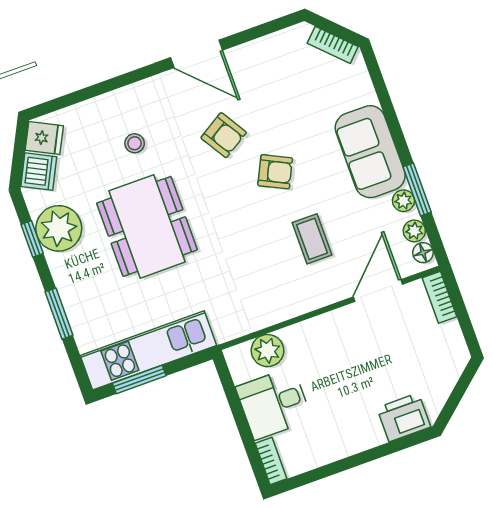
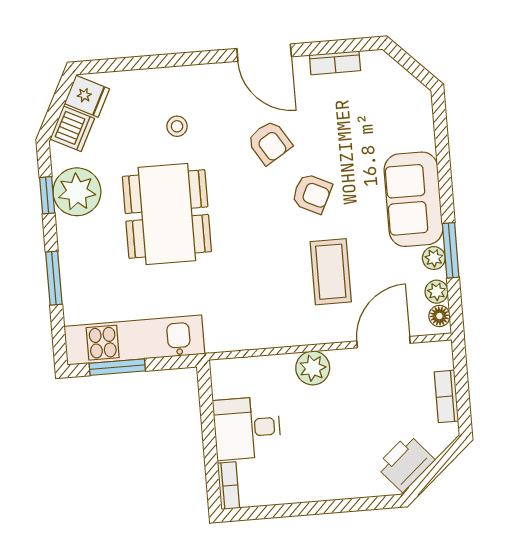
bookcase: (333, 45) -> (335, 63), moved, turned -45
coffee table: (312, 239) -> (331, 272), width x1.36, depth x1.30
bookcase: (439, 297) -> (446, 396), moved
plant: (268, 351) -> (313, 368), moved
printer: (404, 417) -> (406, 463), moved, turned -41

